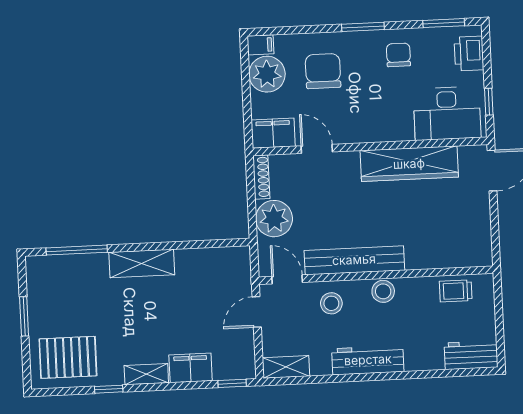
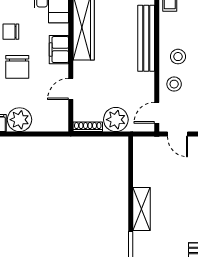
chair: (323, 71) -> (17, 67), moved, turned -90
filing cabinet: (273, 133) -> (59, 50), moved
bench: (354, 260) -> (146, 38), moved
stool: (383, 291) -> (178, 57), moved

